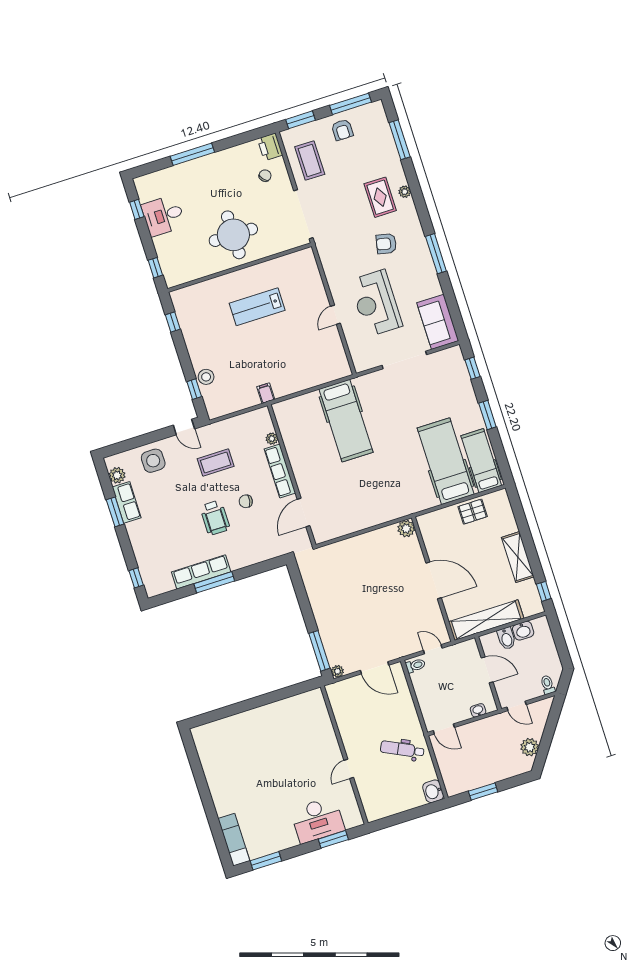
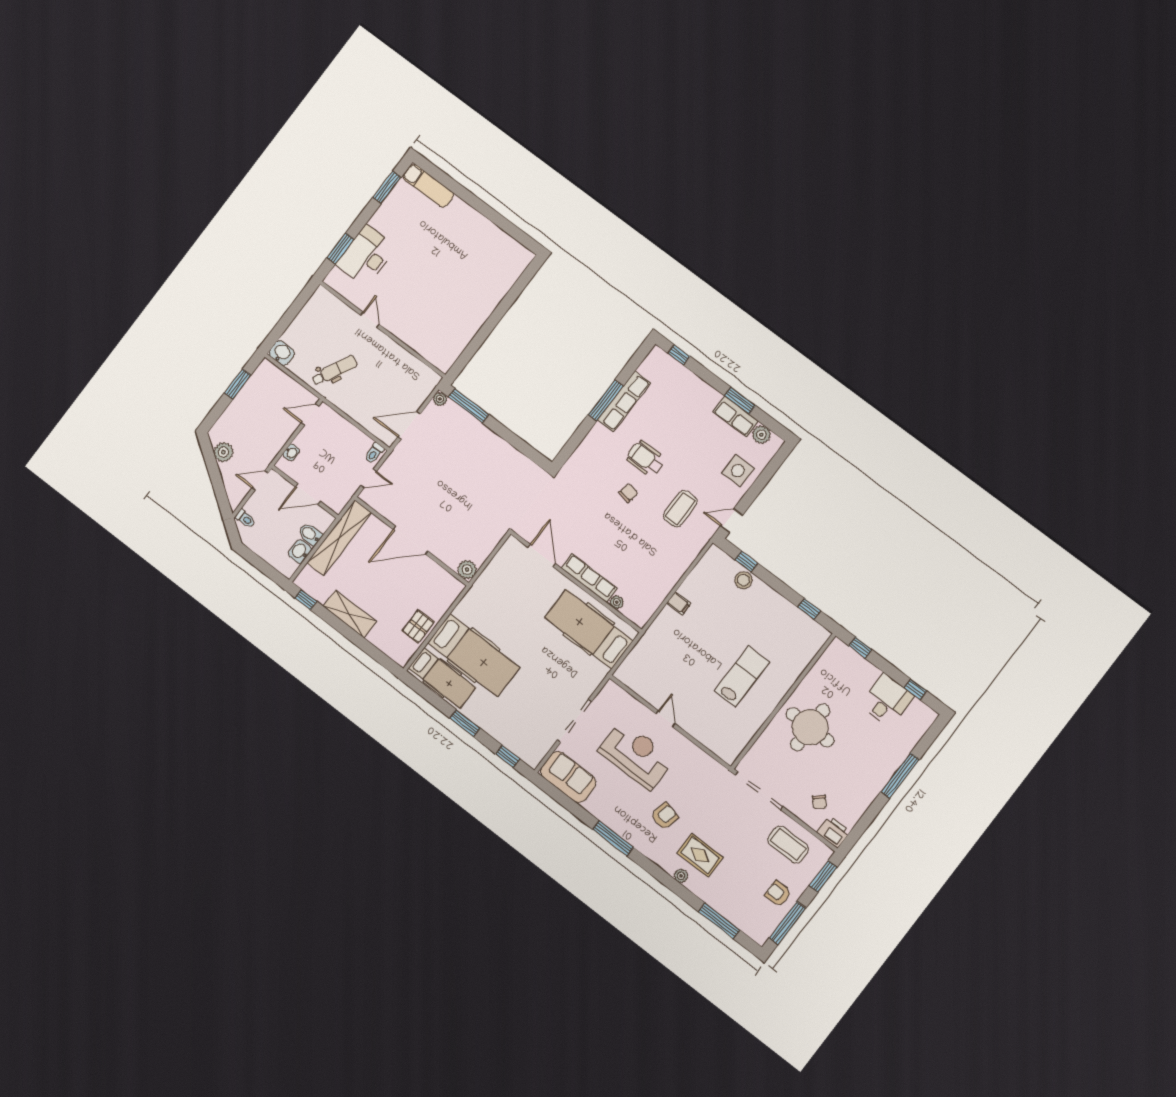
plant: (272, 439) -> (617, 602), moved
row of seats: (280, 471) -> (589, 578), moved
wall: (292, 475) -> (576, 582), moved
door: (304, 512) -> (542, 555), moved

